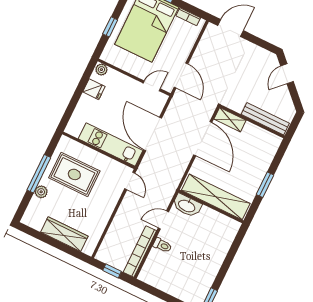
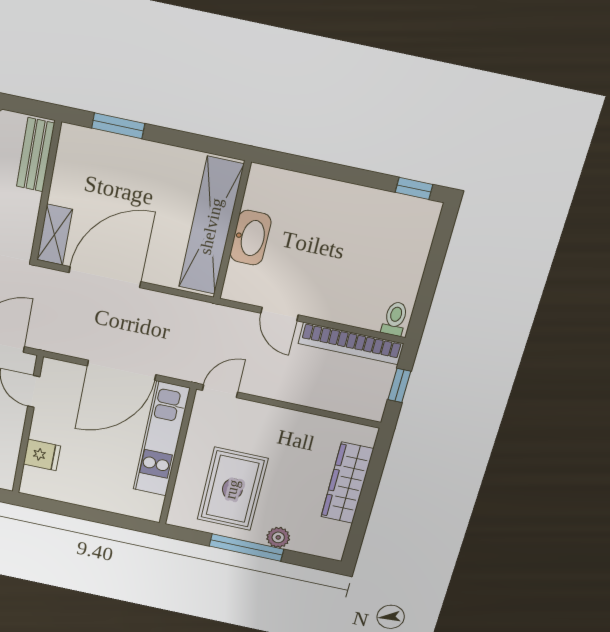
plant: (101, 70) -> (31, 483), removed
fridge: (94, 89) -> (42, 455), moved, turned 90
bench: (265, 119) -> (36, 155), width x0.73
window: (265, 185) -> (118, 126), moved
washbasin: (187, 206) -> (250, 238), moved
toilet: (162, 245) -> (395, 319), moved

